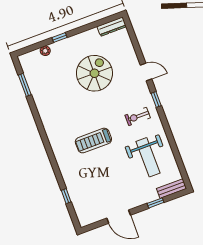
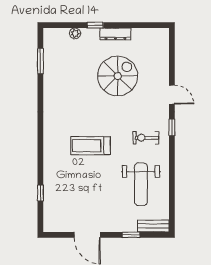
dresser: (112, 27) -> (115, 34), moved

